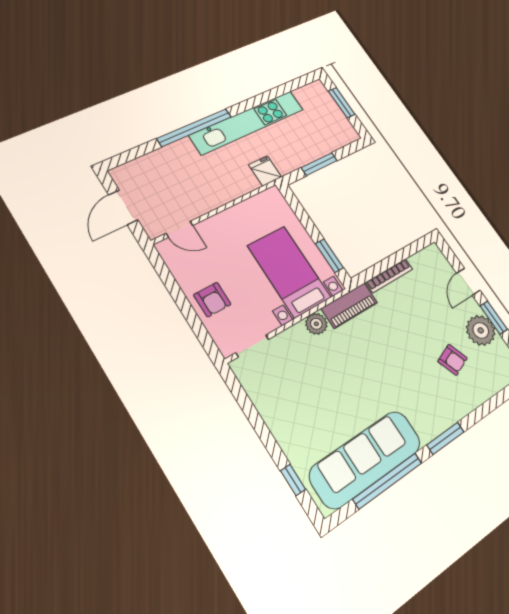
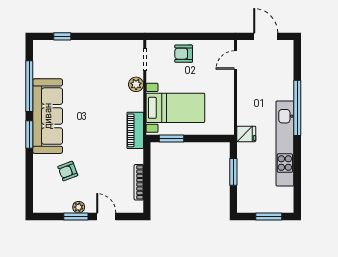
bookcase: (389, 276) -> (139, 182), moved
plant: (316, 324) -> (136, 84), moved
plant: (481, 330) -> (79, 207), width x0.53, depth x0.53
sofa: (366, 459) -> (48, 116), moved

